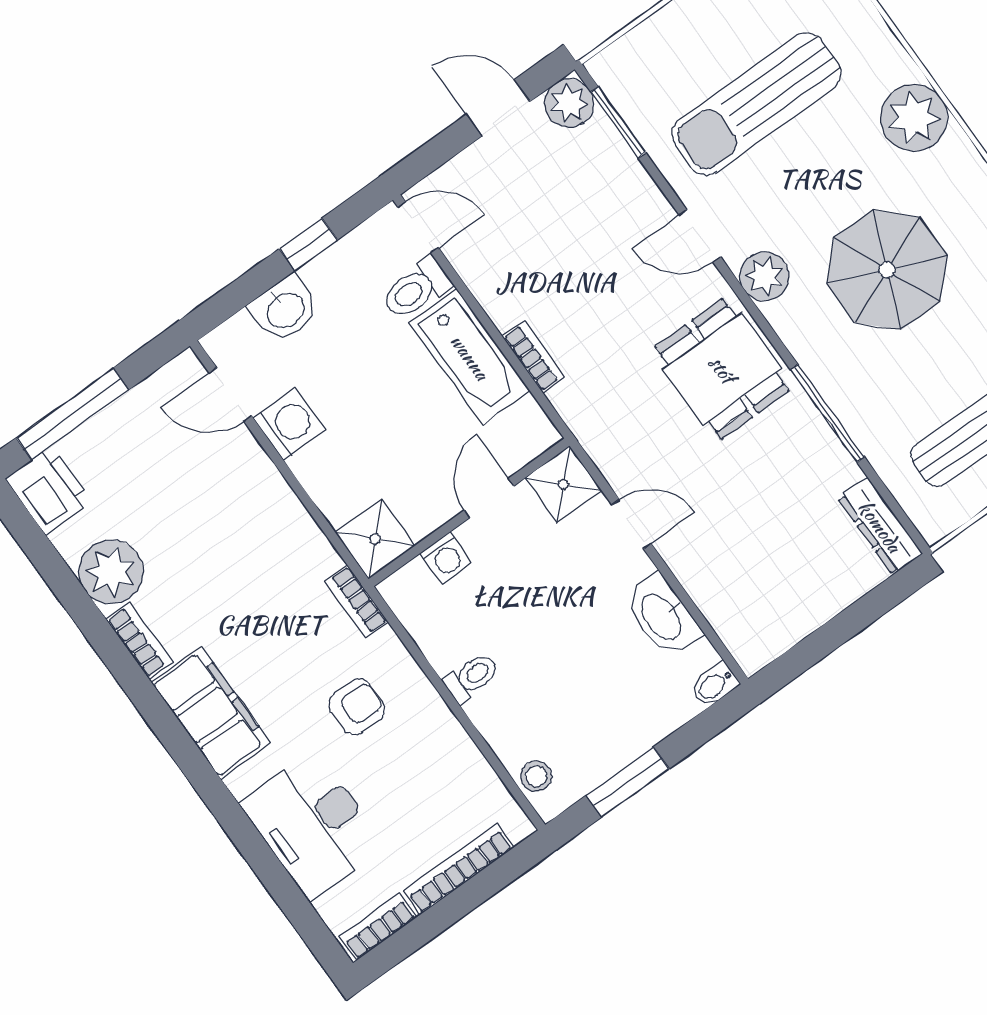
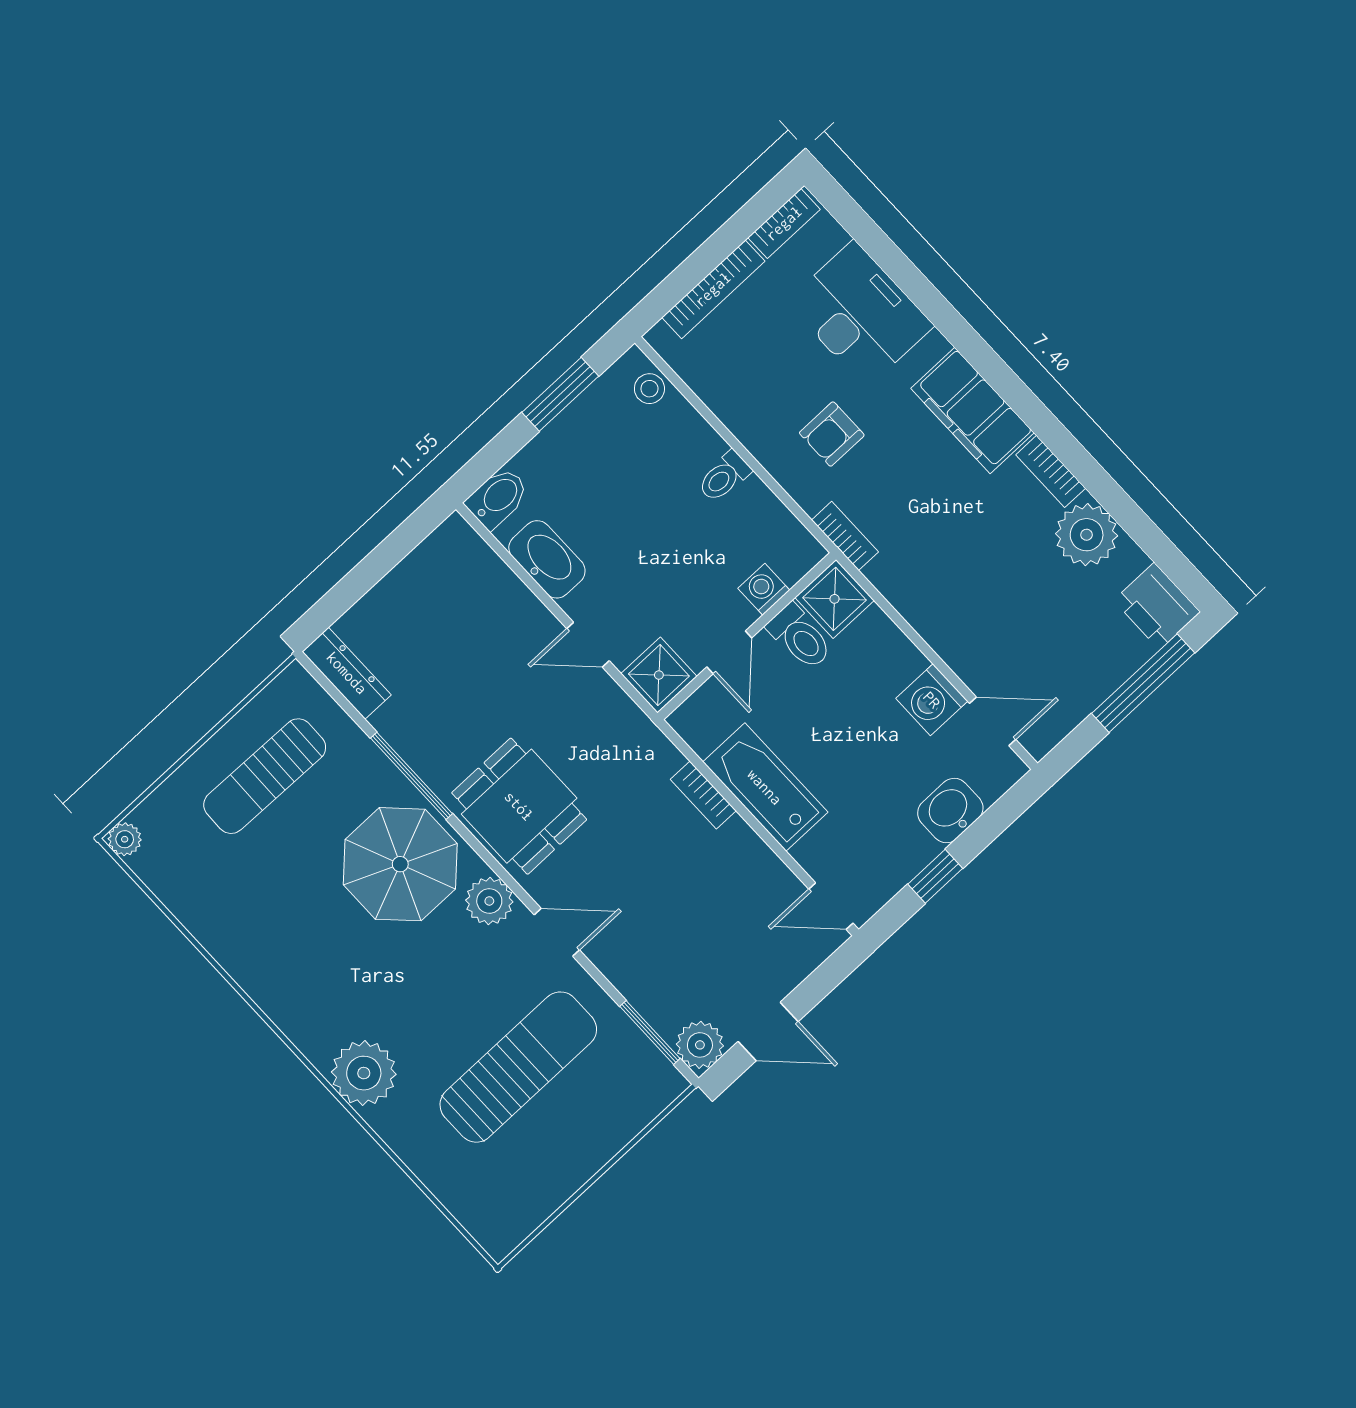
parasol: (887, 270) -> (400, 864), moved
toilet: (416, 289) -> (800, 637), moved, turned 90
bidet: (714, 685) -> (497, 498), width x1.38, depth x1.36

